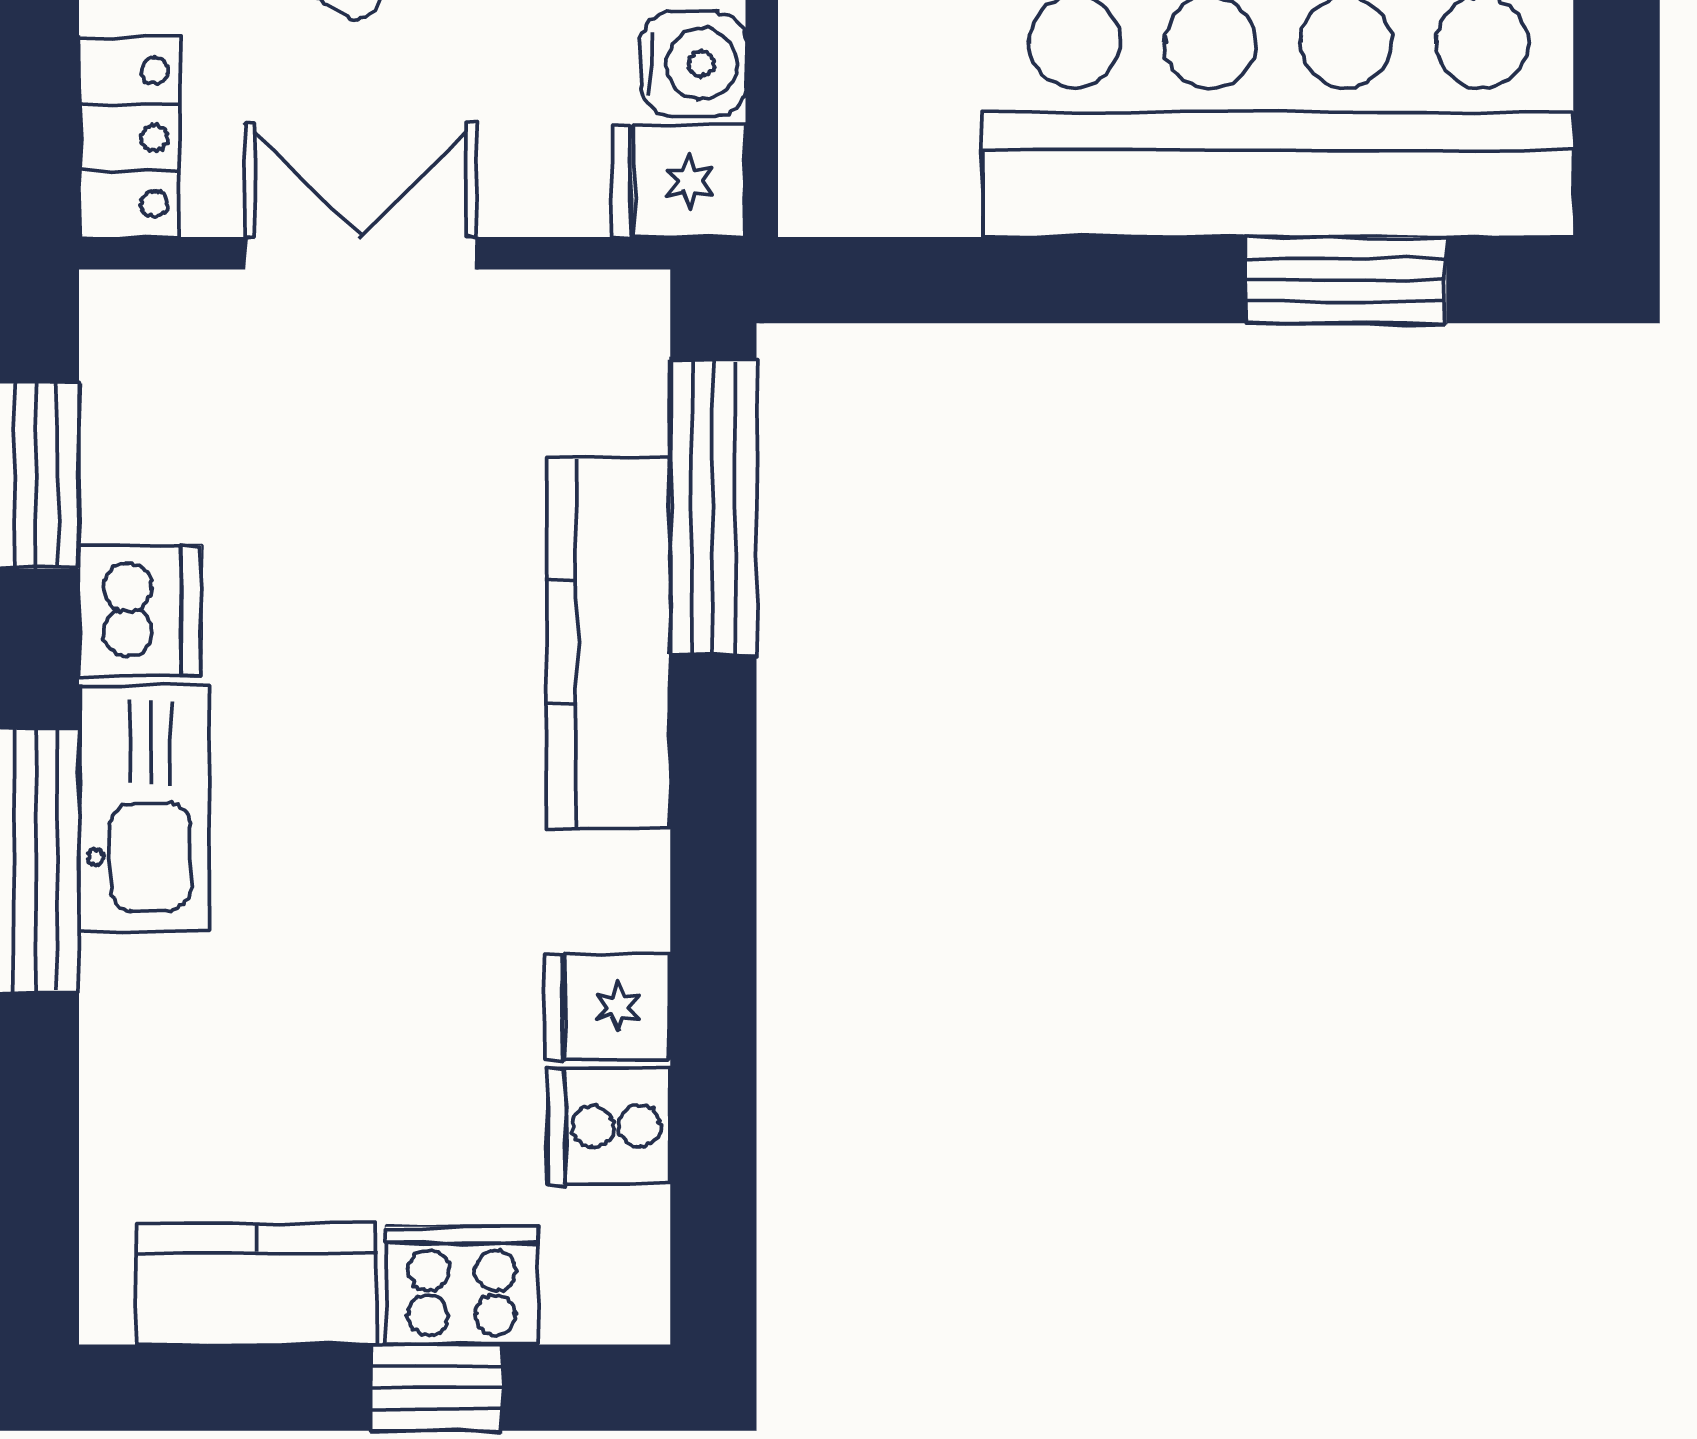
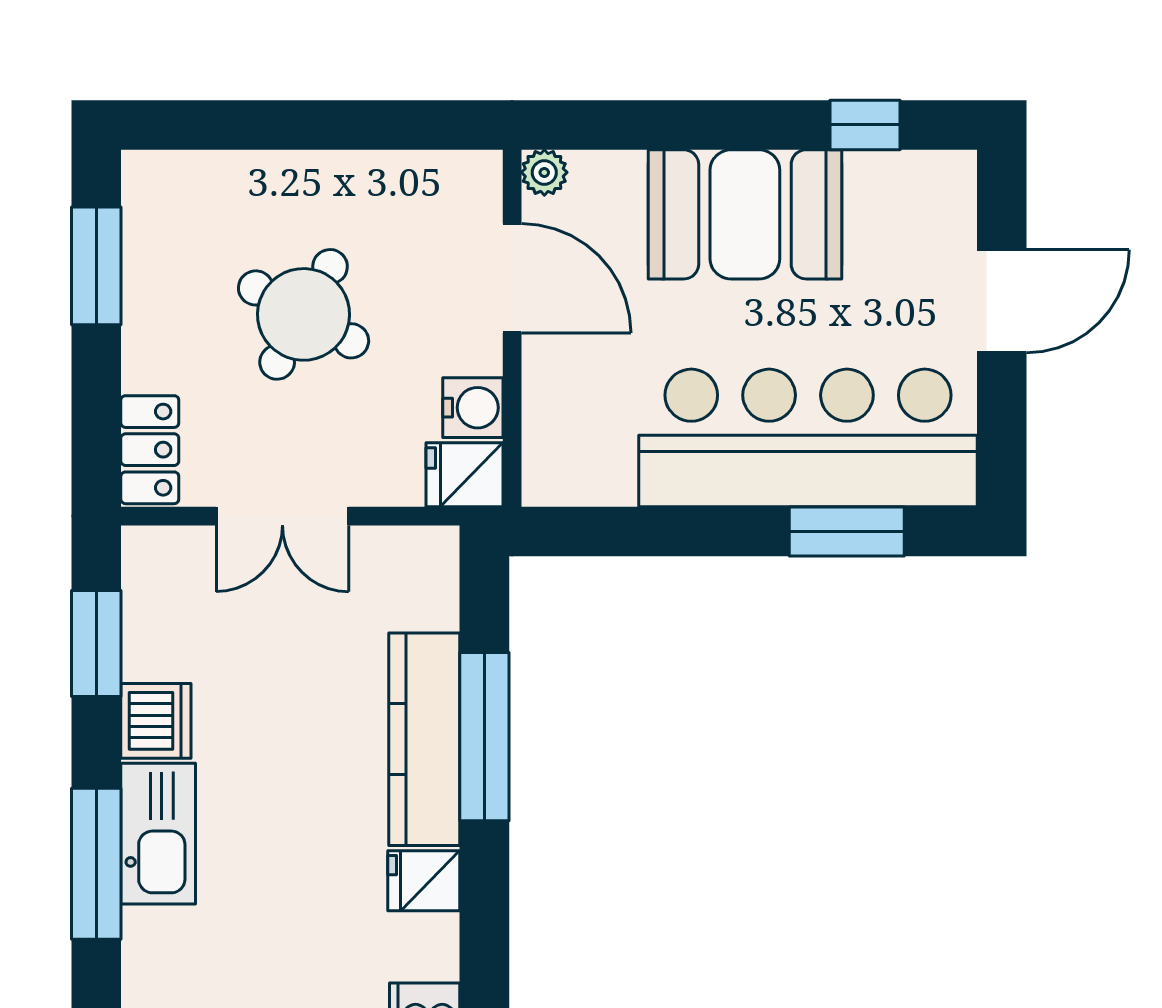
double door: (361, 253) -> (282, 516), swing flipped
window: (713, 508) -> (484, 737), moved
fridge: (608, 1007) -> (424, 881), moved

